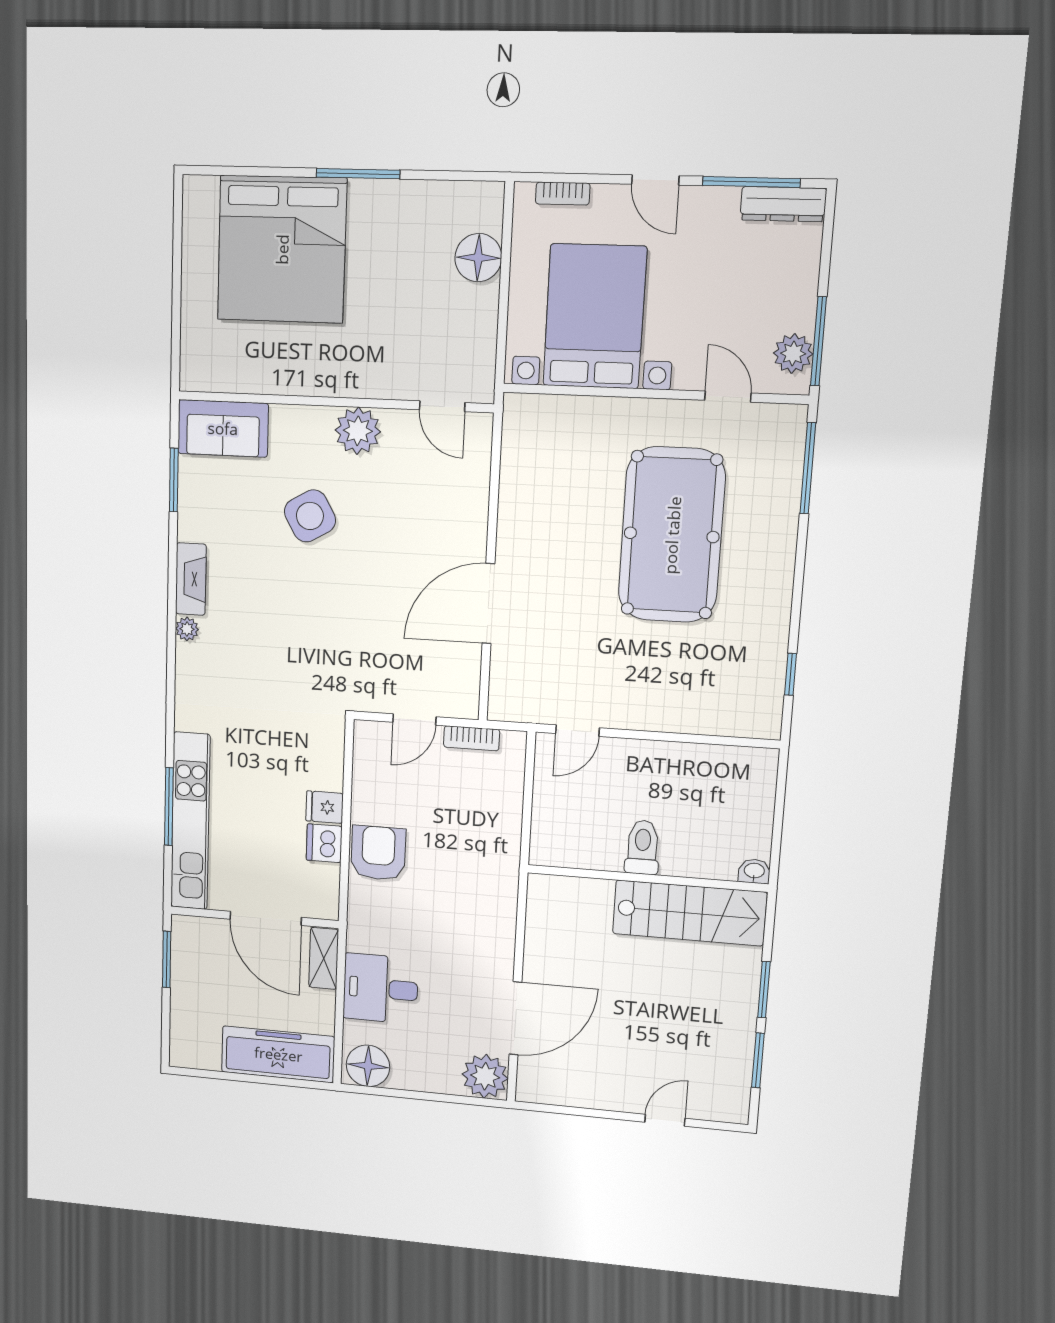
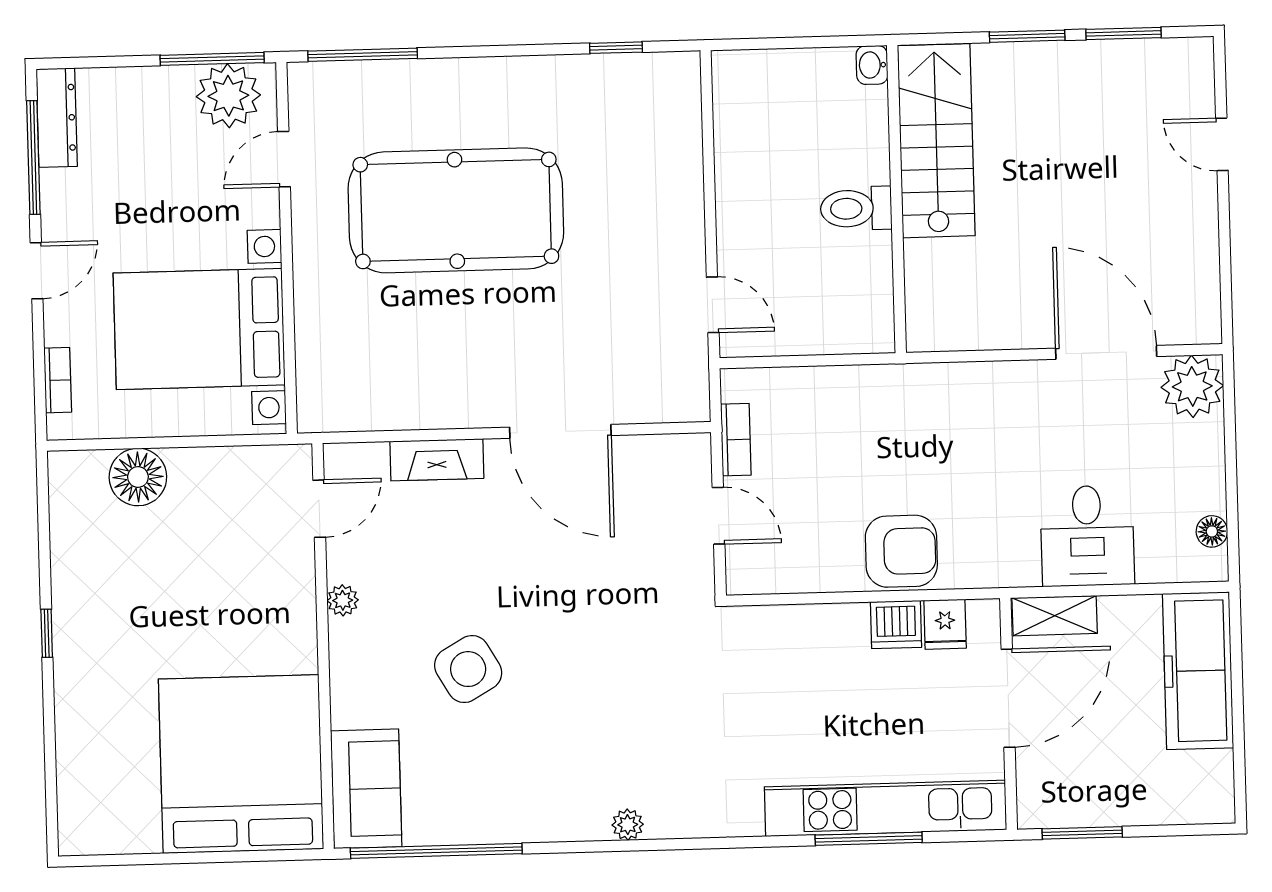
window: (358, 174) -> (47, 633), width x0.46
bed: (282, 249) -> (241, 764), moved, turned -90
plant: (793, 353) -> (228, 96), width x1.36, depth x1.36
plant: (358, 431) -> (343, 600), width x0.53, depth x0.53
window: (174, 480) -> (436, 851), width x2.11
fireplace: (191, 579) -> (437, 460), moved, turned 180
fridge: (325, 807) -> (945, 624), moved
armchair: (378, 853) -> (901, 551), turned 180
floor lamp: (368, 1066) -> (1212, 531), width x0.53, depth x0.53

